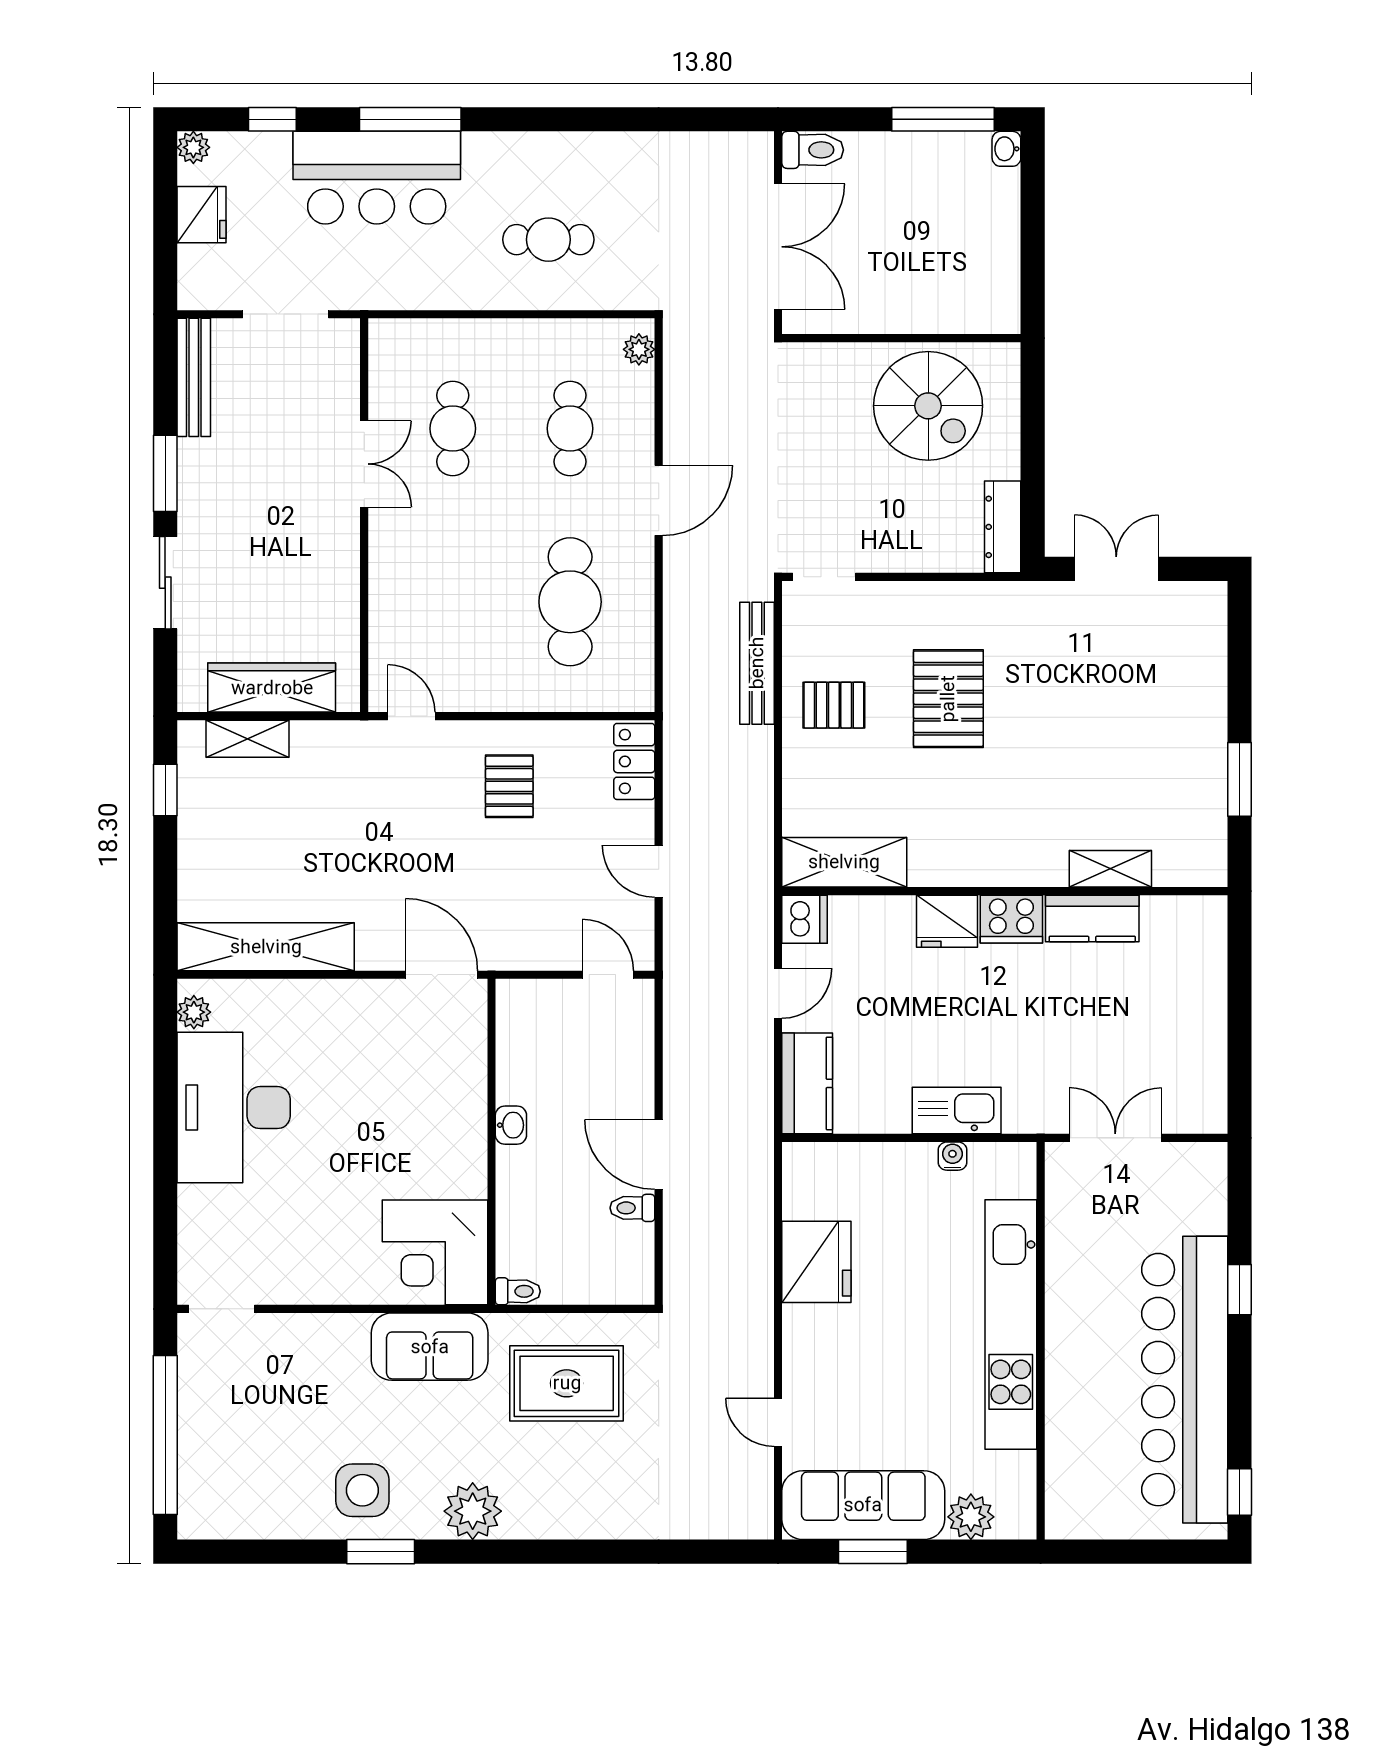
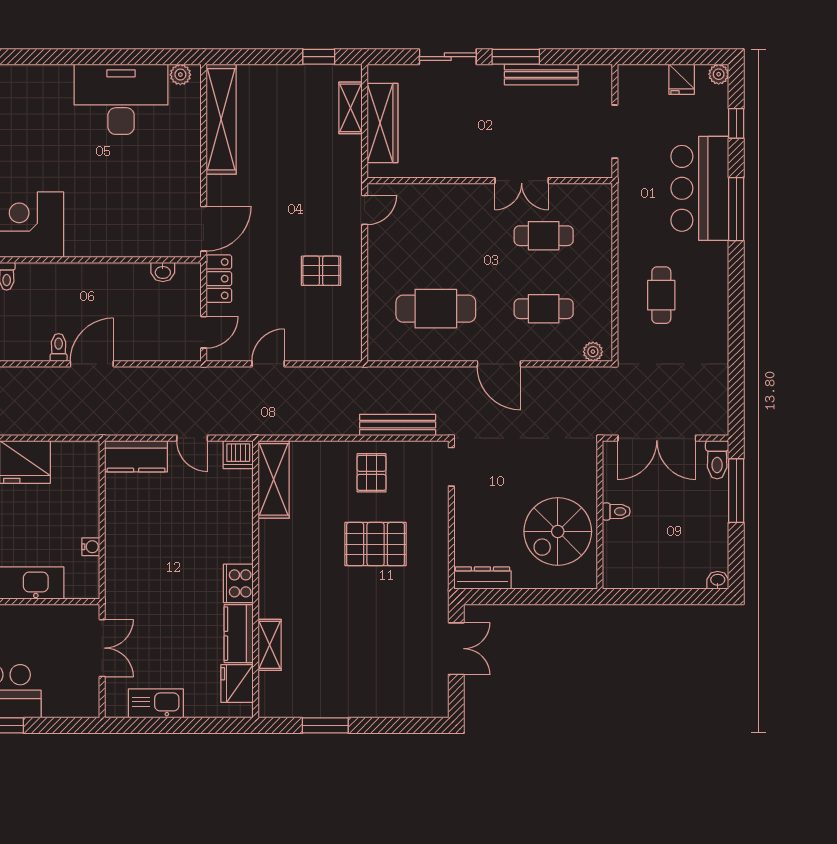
window: (943, 119) -> (736, 491), moved
fridge: (201, 215) -> (682, 79), width x0.72
toilet: (896, 312) -> (616, 511), added
bench: (194, 377) -> (541, 74), moved
locker: (634, 761) -> (219, 279), moved, turned 90
fridge: (947, 921) -> (237, 684), moved
kitchen sink: (957, 1111) -> (156, 703), moved, turned -90
washbasin: (511, 1125) -> (163, 272), moved

